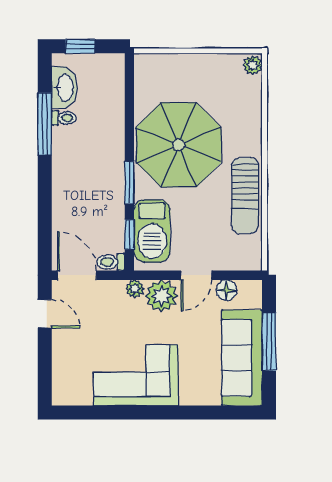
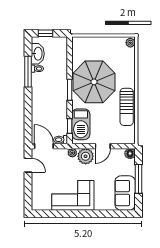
window: (129, 183) -> (70, 90), moved
floor lamp: (227, 290) -> (130, 153), moved
sofa: (242, 358) -> (125, 193), width x0.73

